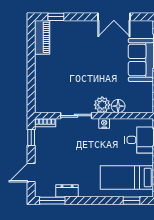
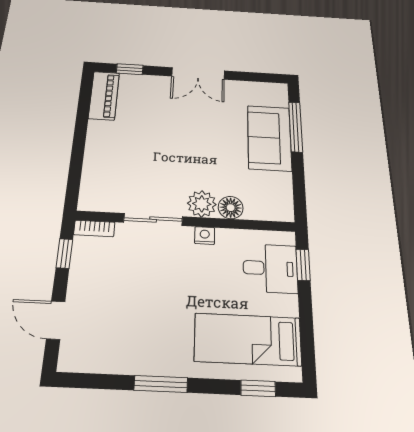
double door: (114, 17) -> (198, 73), moved
door: (31, 172) -> (56, 320), hinge flipped
dresser: (67, 191) -> (125, 362), removed
window: (52, 201) -> (161, 384), moved

